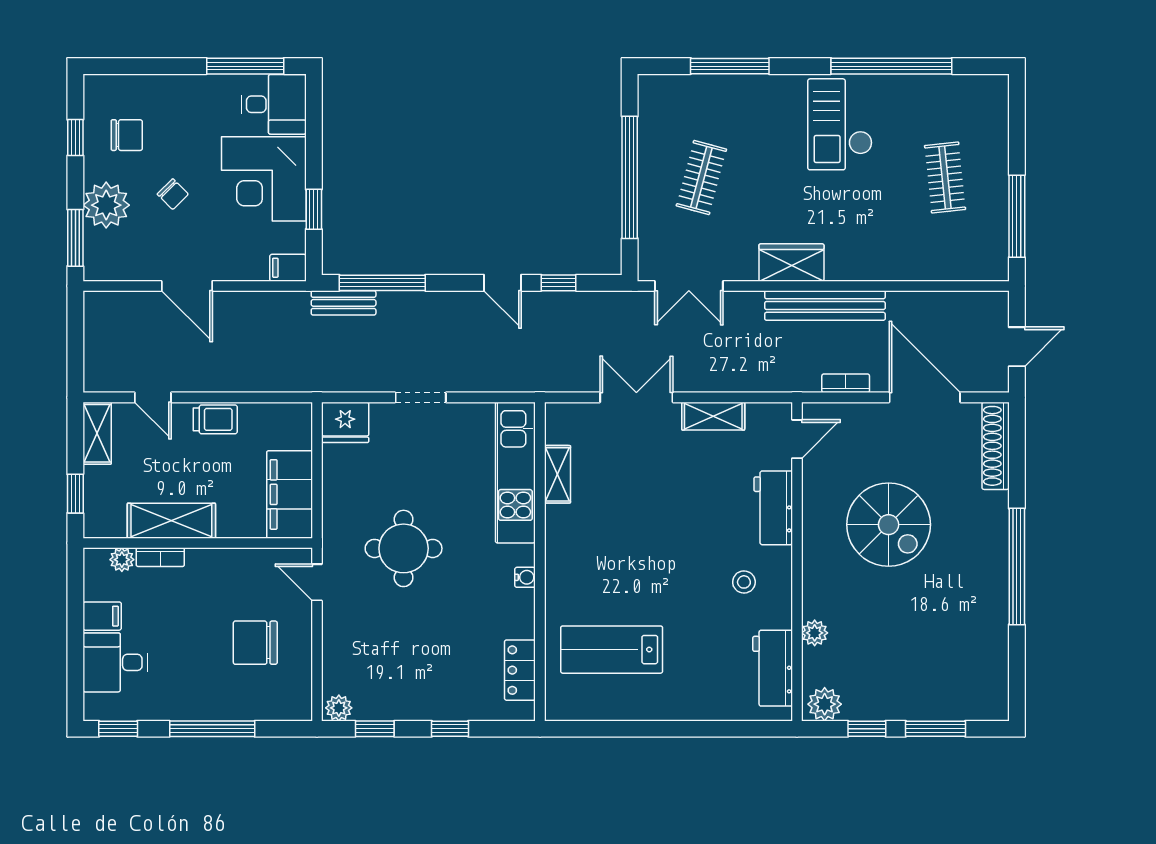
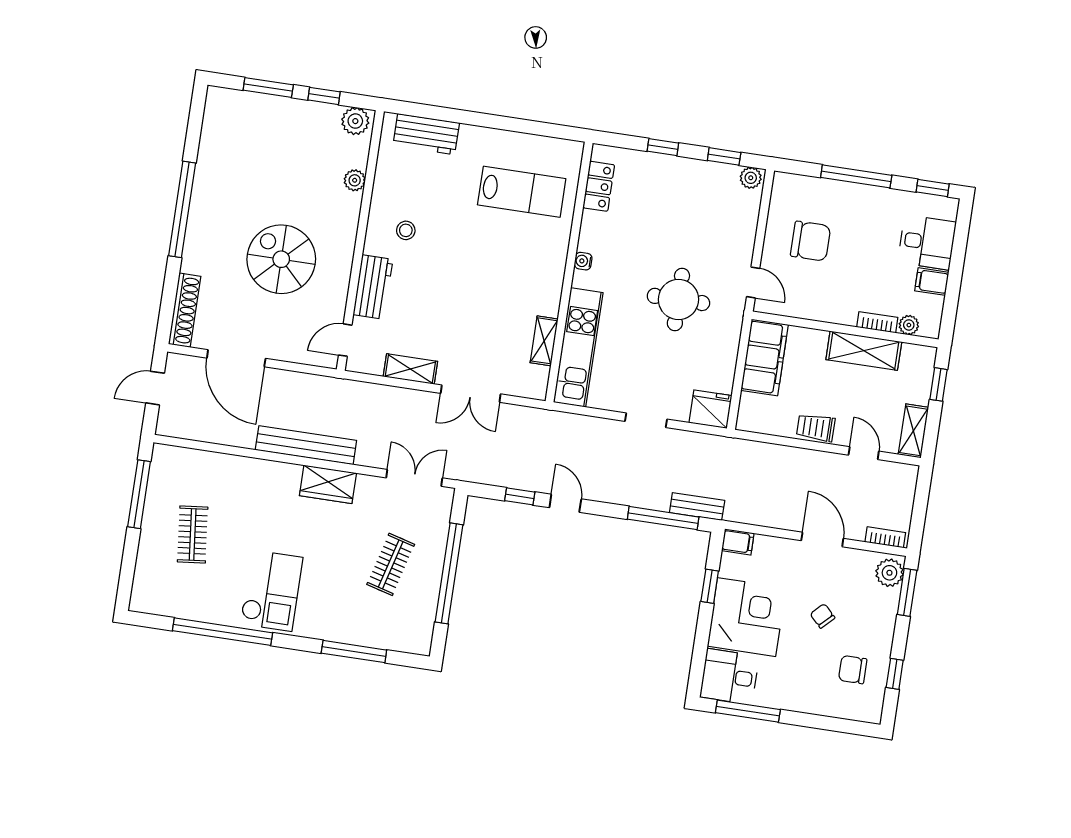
plant: (106, 205) -> (889, 573), moved, width x0.73, depth x0.73
bookcase: (846, 383) -> (885, 537), moved, turned 180
workbench: (773, 668) -> (426, 134), moved, turned 90

